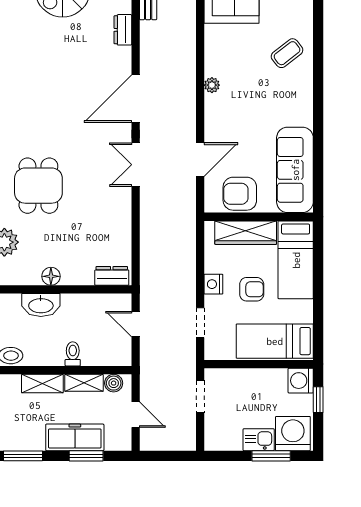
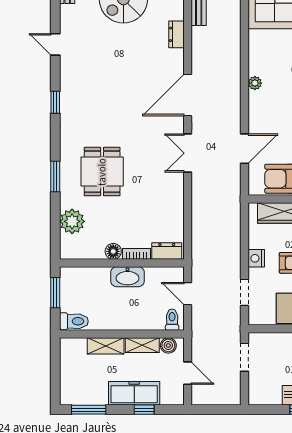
bookcase: (77, 279) -> (137, 254), added
washbasin: (41, 305) -> (128, 277), moved
toilet: (73, 354) -> (172, 320), moved
window: (86, 456) -> (144, 410), width x0.67

